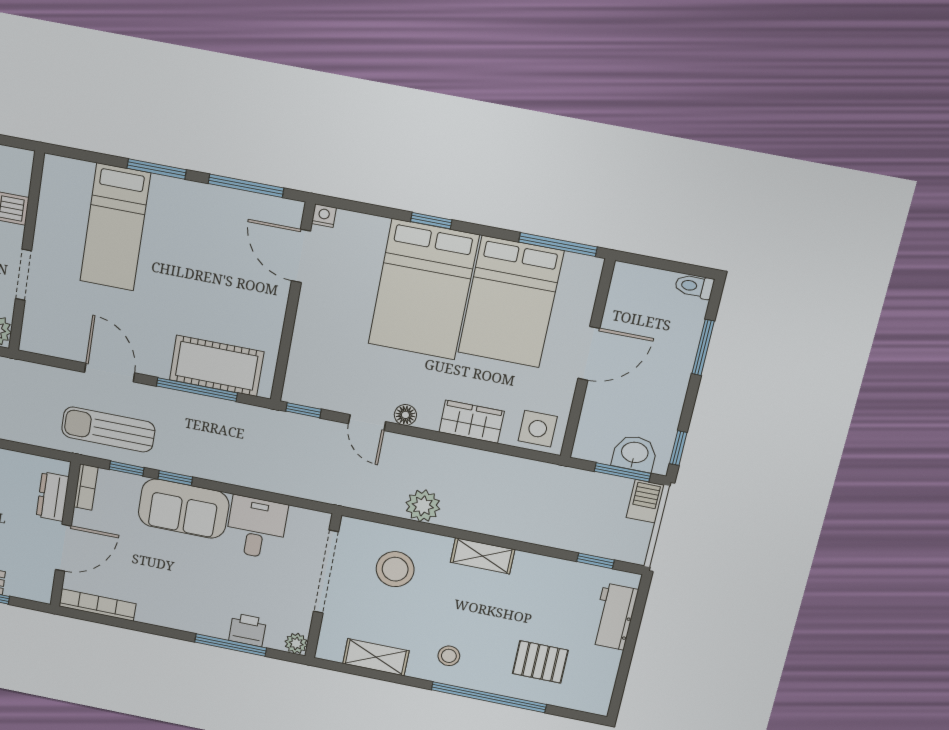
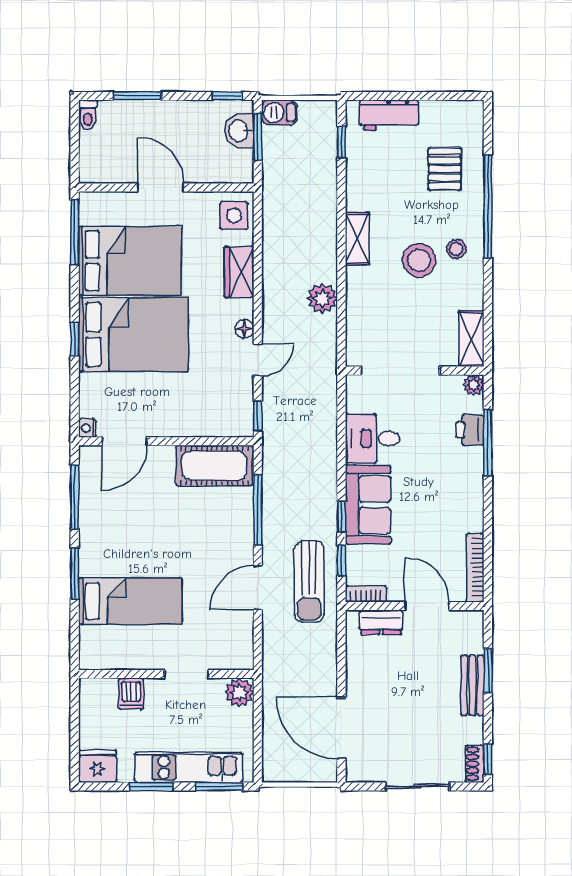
cot: (217, 366) -> (214, 466), moved, turned 90
stool: (395, 569) -> (419, 260), moved
shelving: (376, 657) -> (471, 339), moved

